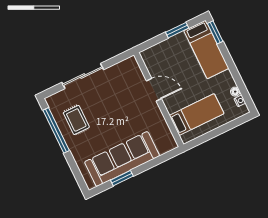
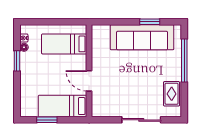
window: (215, 32) -> (17, 61), moved
bed: (206, 49) -> (63, 106), moved, turned -90
rug: (76, 120) -> (172, 94), moved
window: (56, 130) -> (184, 60), moved

